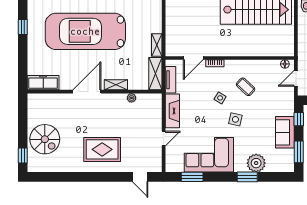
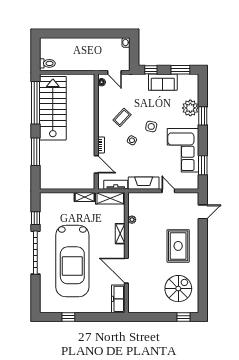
door: (87, 92) -> (126, 271), moved
spiral stairs: (45, 139) -> (178, 289), moved

